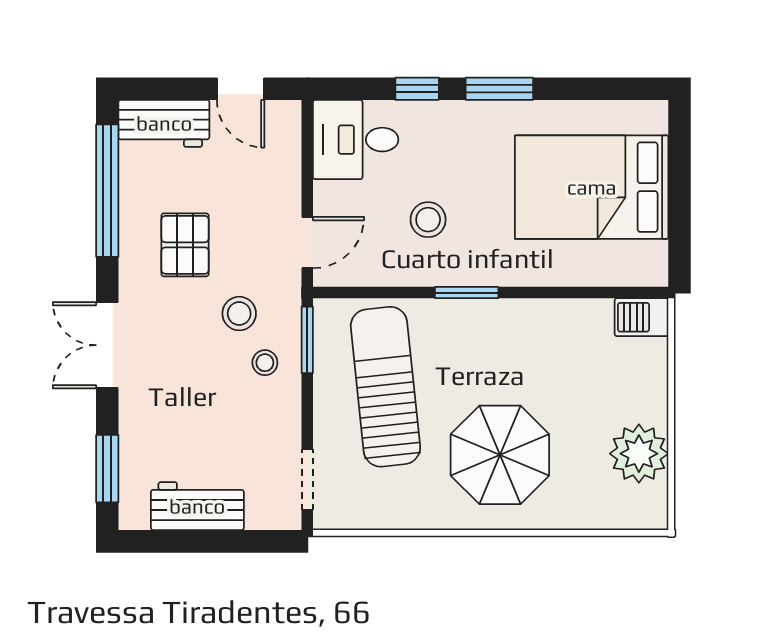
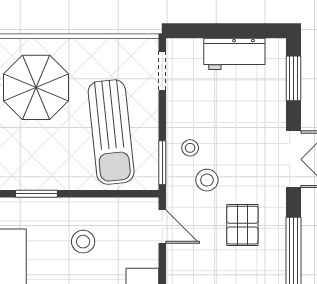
door: (307, 243) -> (162, 227), swing flipped
window: (467, 293) -> (37, 194), moved

